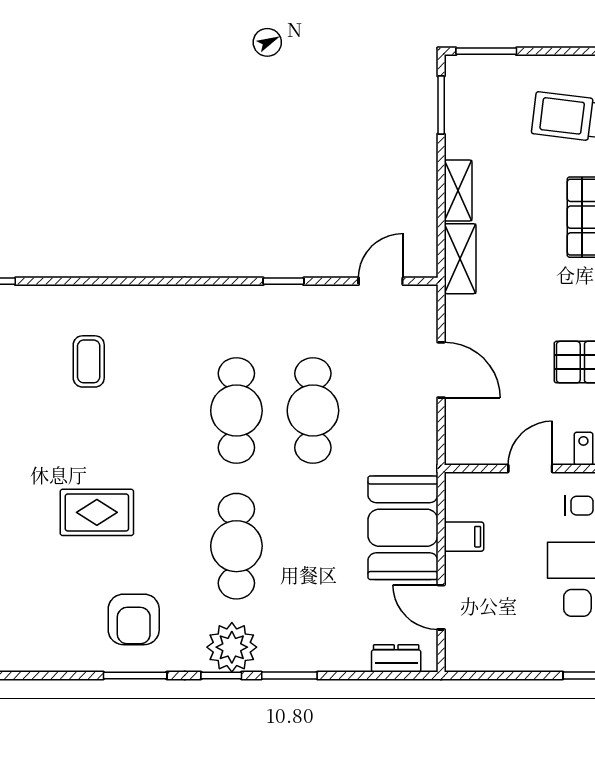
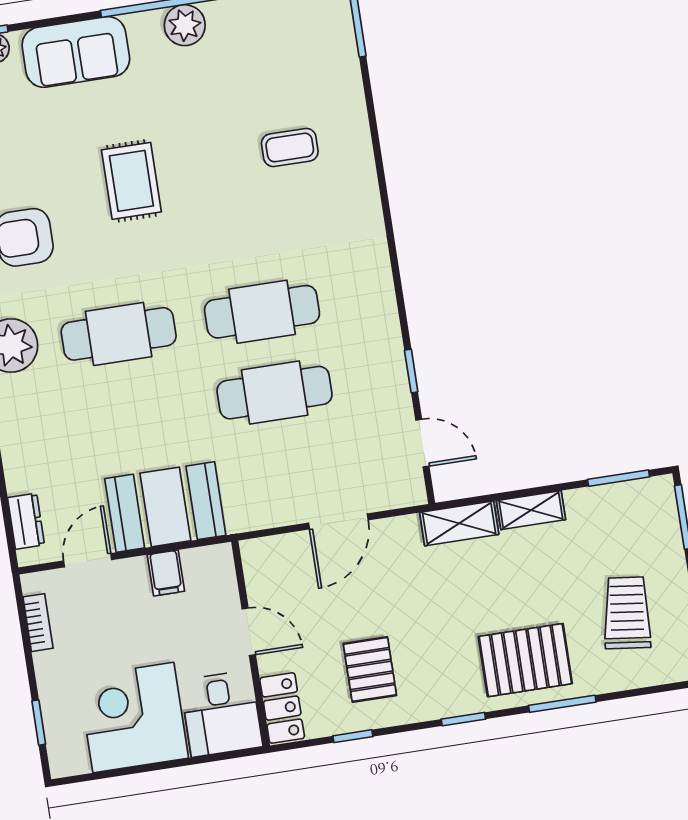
window: (283, 281) -> (411, 371), moved
bookcase: (492, 662) -> (38, 623), added

